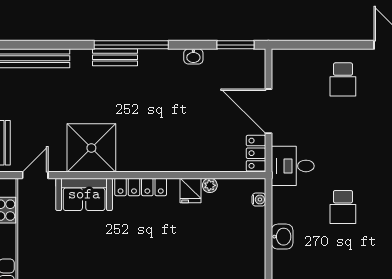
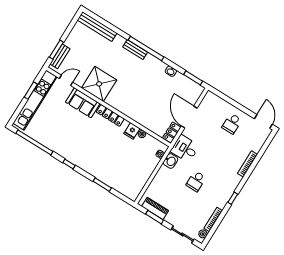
washbasin: (282, 237) -> (171, 161), moved

